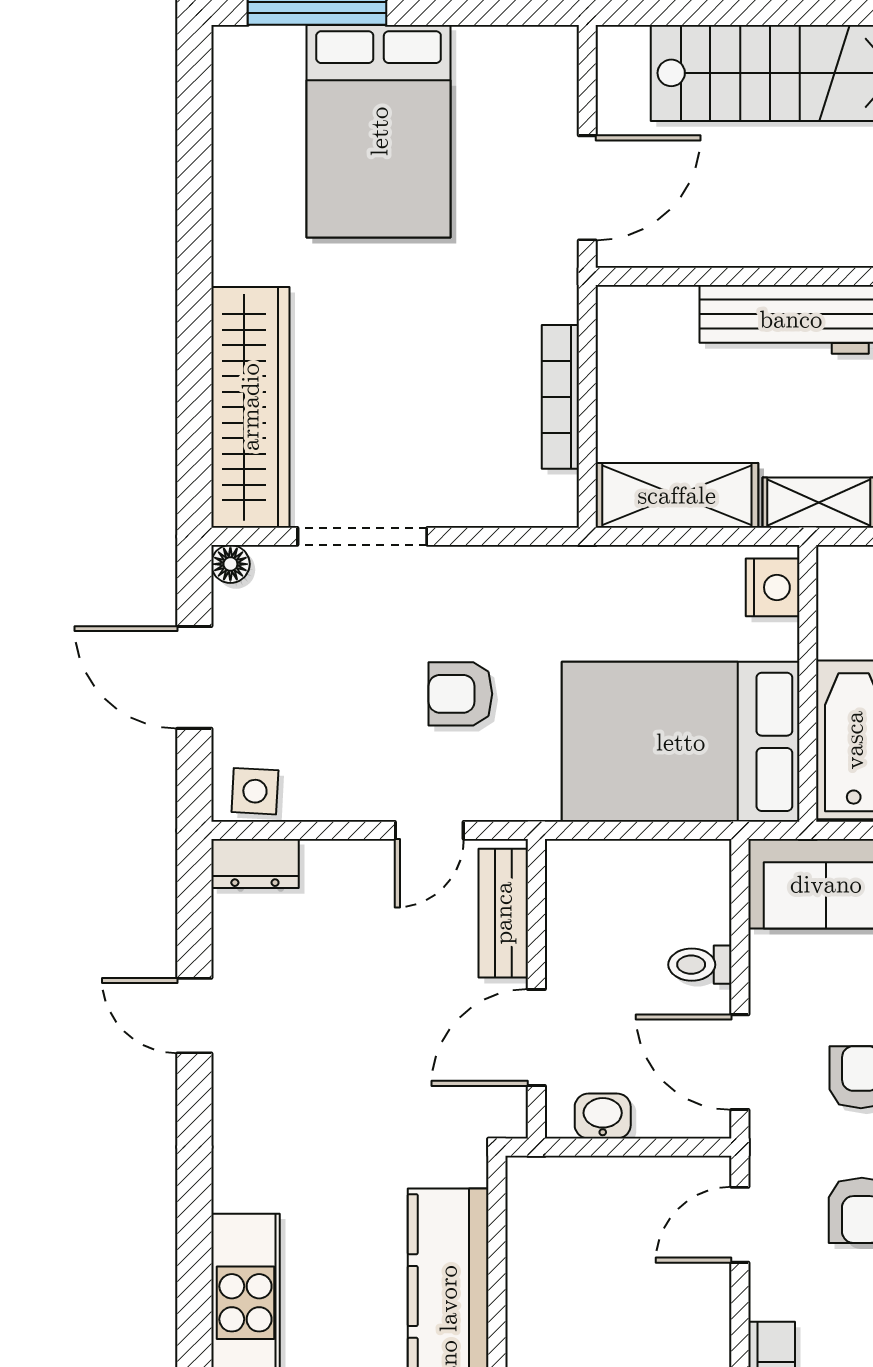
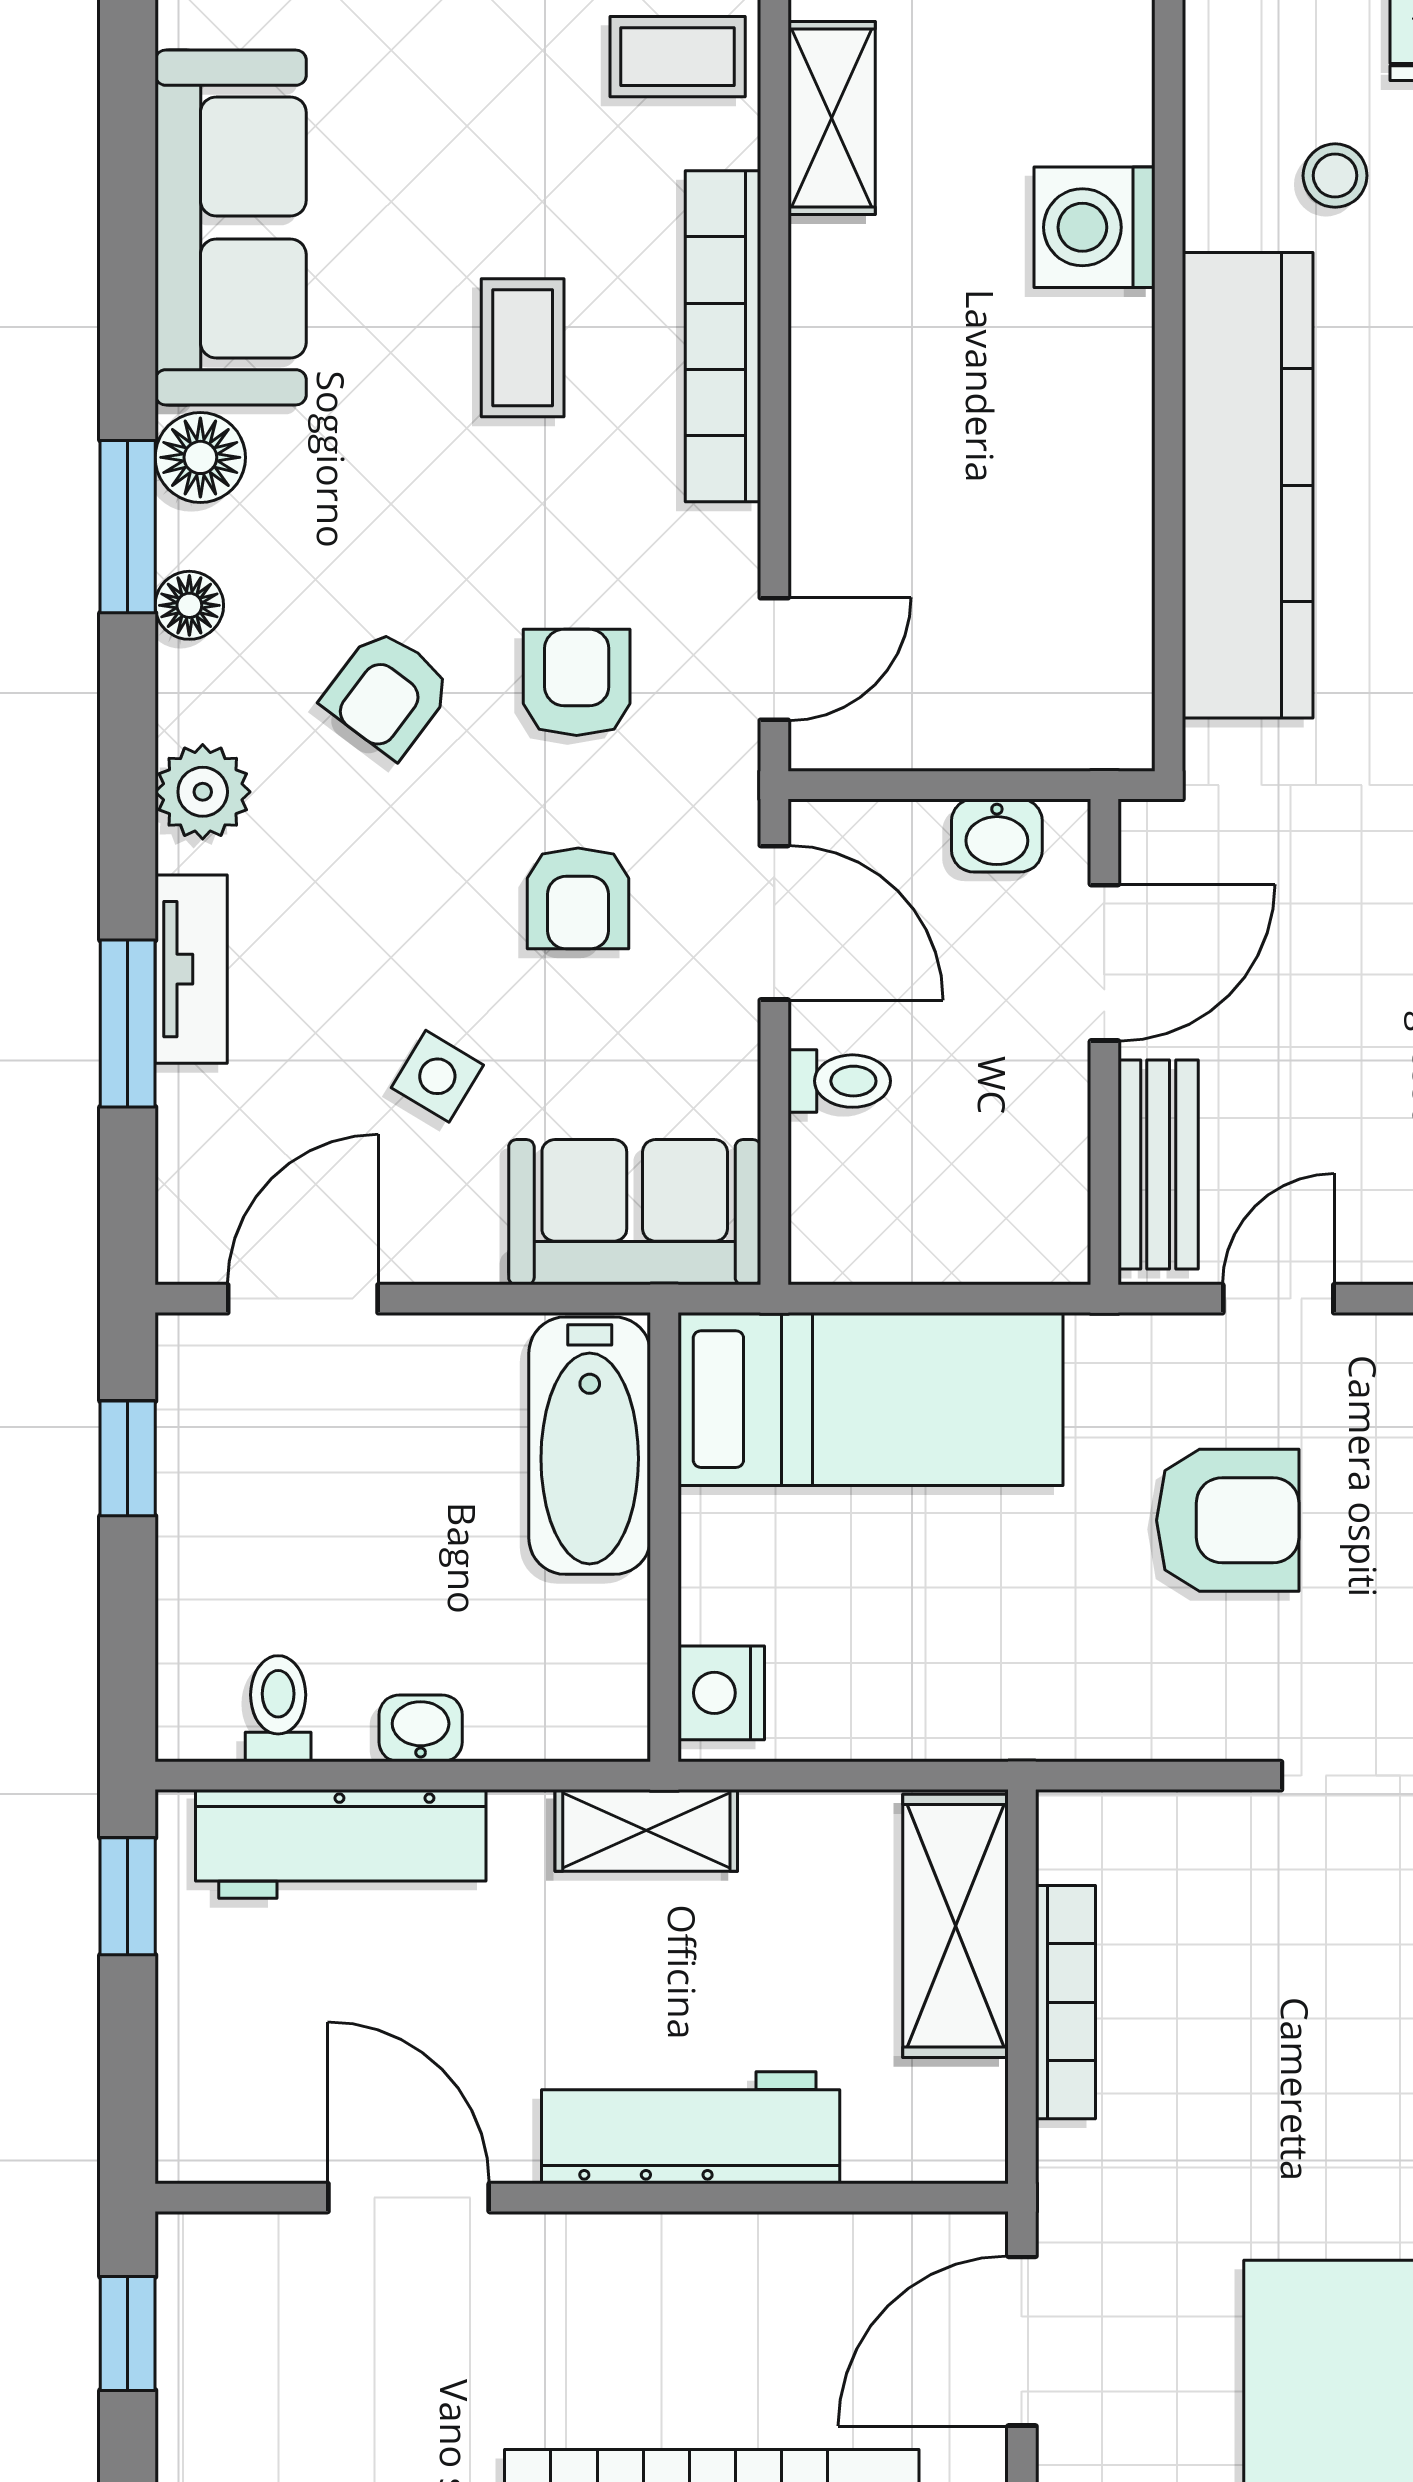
shelving: (677, 495) -> (955, 1926), moved, turned 90
armchair: (460, 694) -> (1228, 1520), width x1.38, depth x1.38
bed: (681, 742) -> (870, 1399), width x0.67

